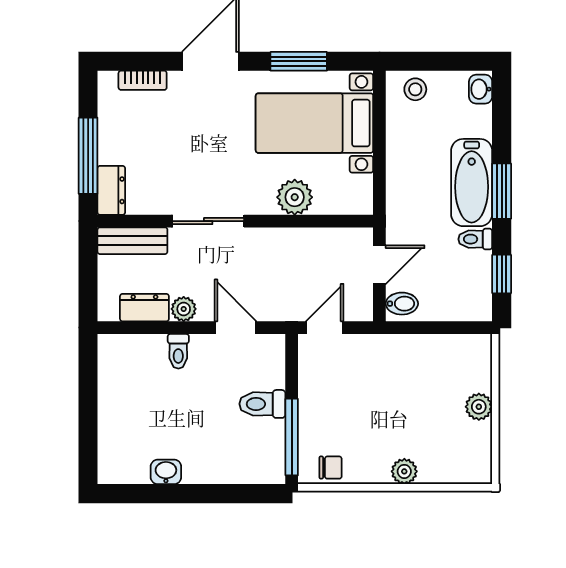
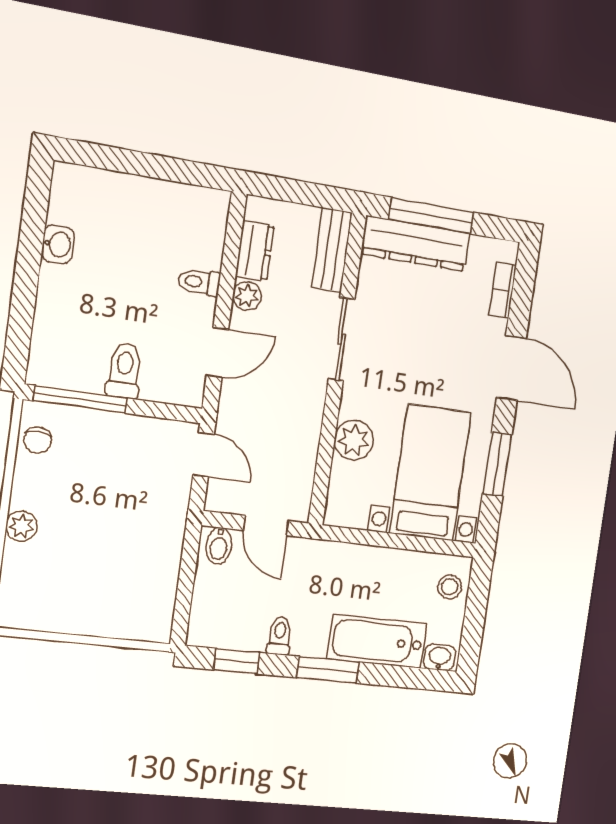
bathtub: (472, 183) -> (377, 641), moved
dresser: (111, 190) -> (416, 244), width x1.96, depth x1.24
plant: (479, 407) -> (88, 621), removed

